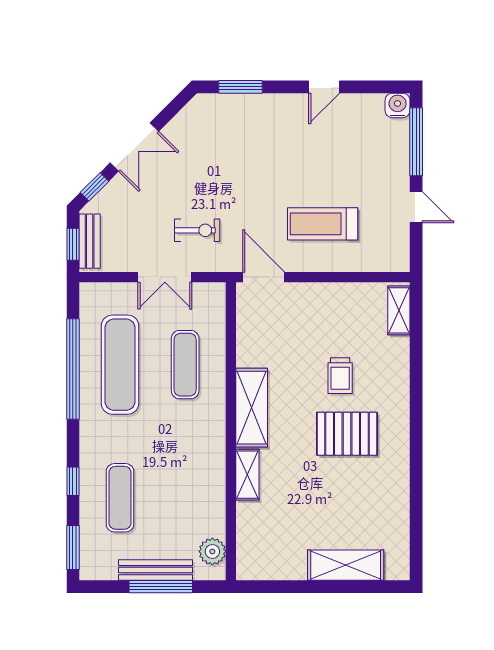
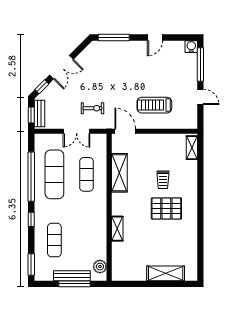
window: (240, 87) -> (114, 37), width x1.44
shelving: (252, 408) -> (119, 173), moved
window: (73, 481) -> (31, 219), moved

